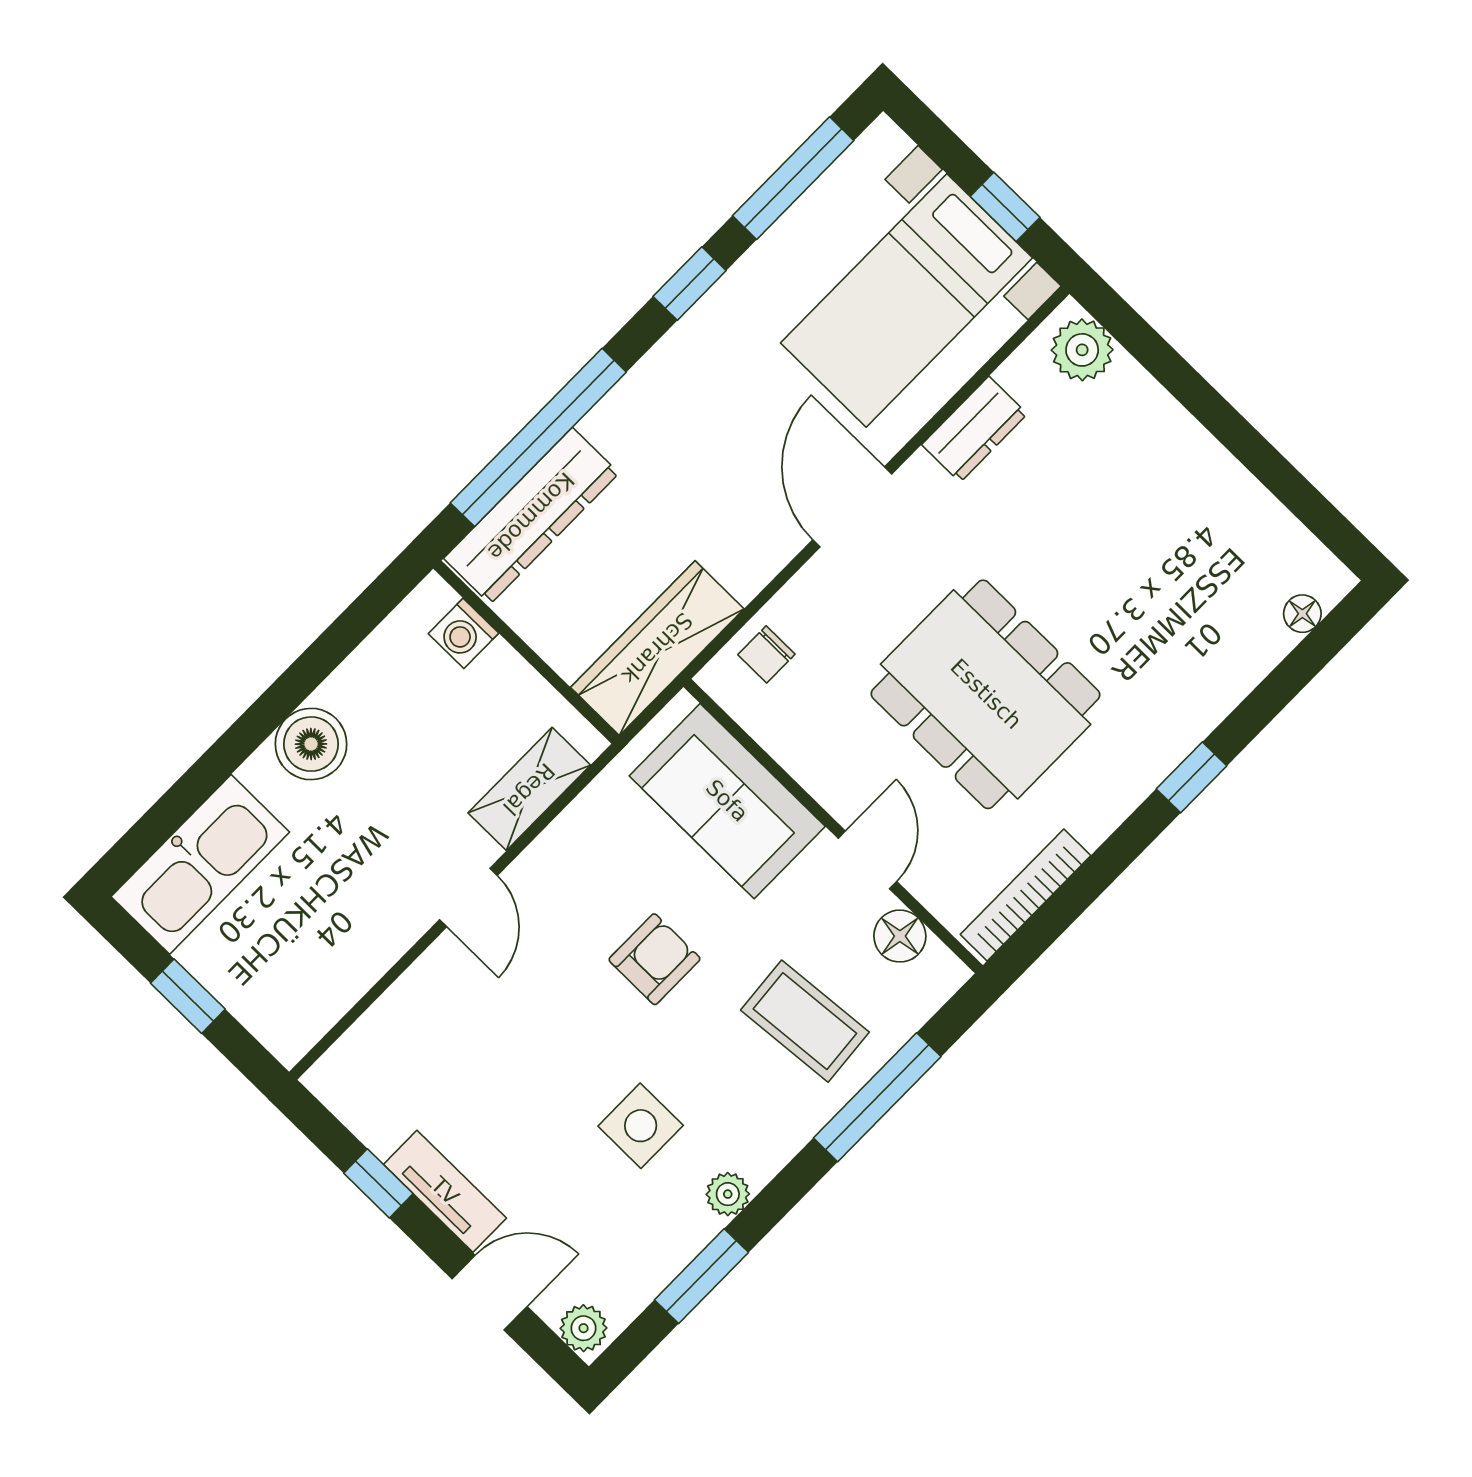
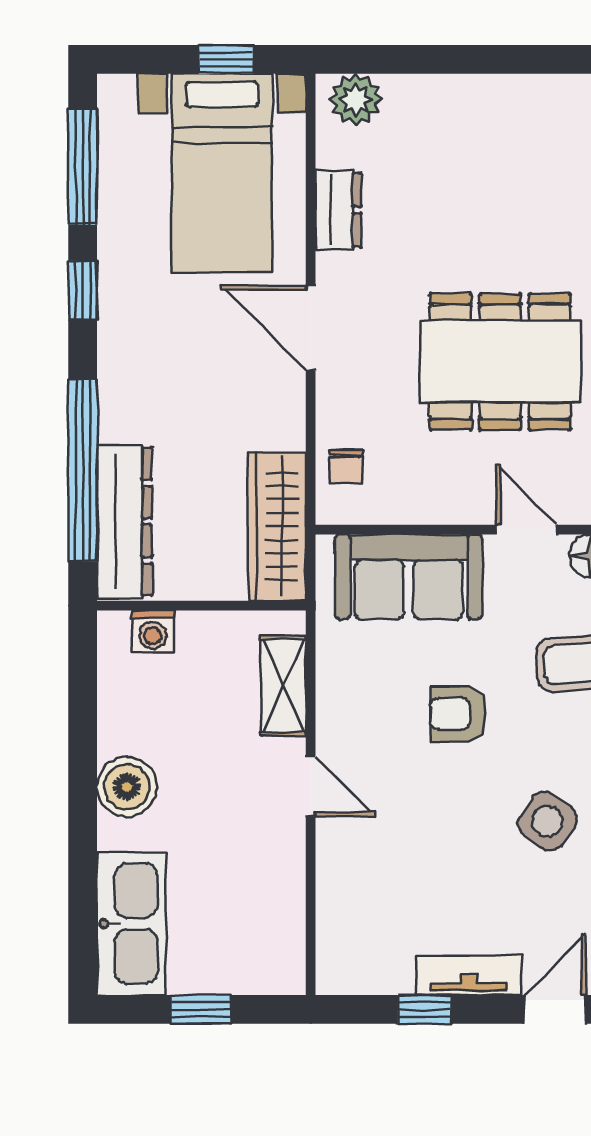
armchair: (655, 959) -> (458, 714), turned -90
side table: (641, 1126) -> (547, 821), turned 35

